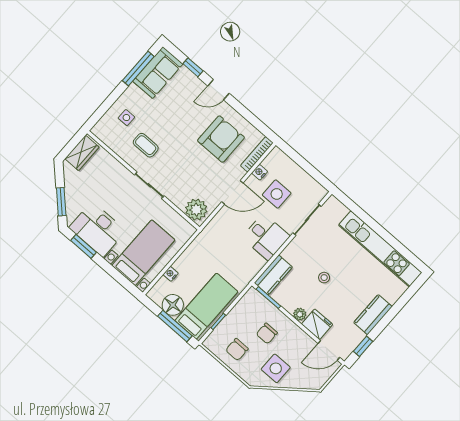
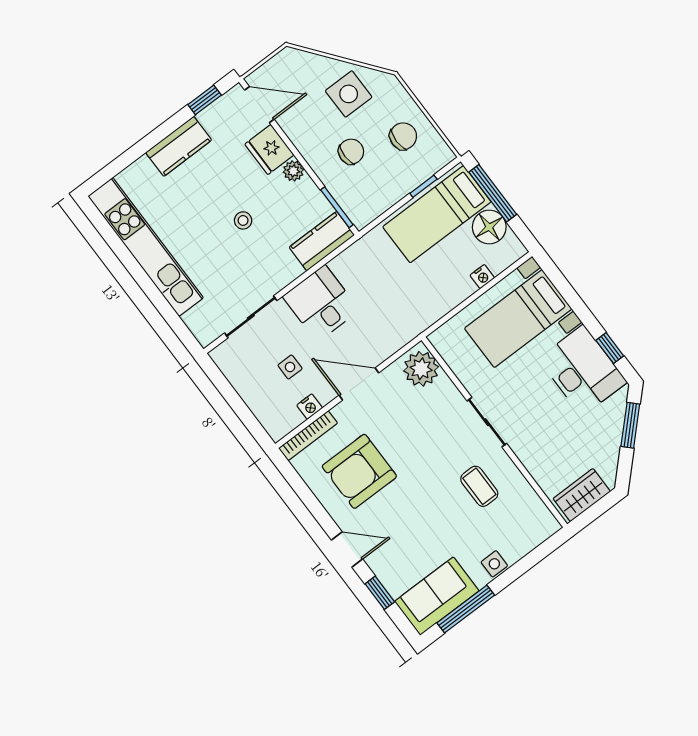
side table: (126, 118) -> (494, 564), moved
side table: (277, 194) -> (290, 367), width x0.54, depth x0.54
window: (84, 246) -> (610, 348), width x0.67

